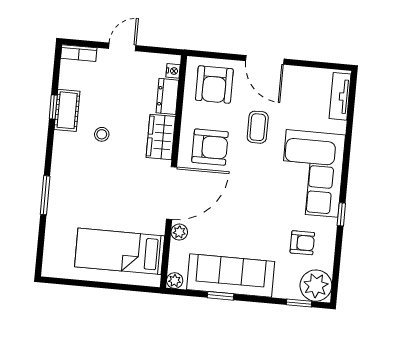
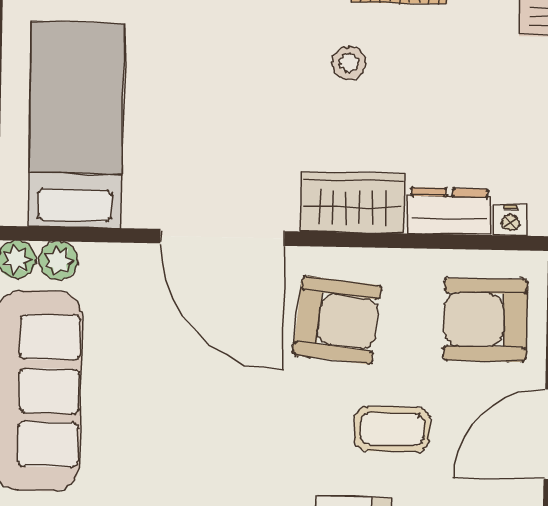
armchair: (210, 147) -> (337, 320), turned -84
plant: (179, 232) -> (58, 261), moved

